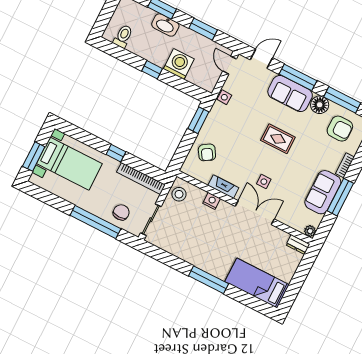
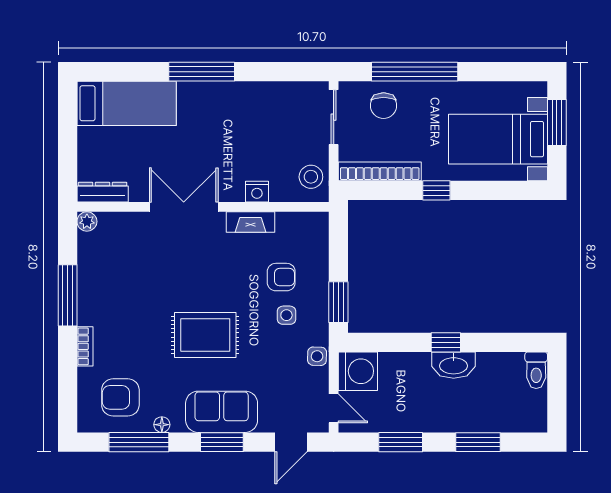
washbasin: (165, 25) -> (454, 365), moved, turned 180
toilet: (123, 36) -> (536, 370), moved
washing machine: (179, 64) -> (358, 371), moved, turned -90
window: (298, 77) -> (222, 442), width x0.69
floor lamp: (320, 105) -> (162, 425), width x0.53, depth x0.53
rug: (278, 139) -> (205, 335), width x1.36, depth x1.43
armchair: (207, 152) -> (281, 277), moved, turned 122
side table: (264, 182) -> (286, 315), moved
sofa: (323, 192) -> (97, 289), removed
double door: (255, 213) -> (184, 207), swing flipped
dresser: (298, 245) -> (103, 192), width x1.44

